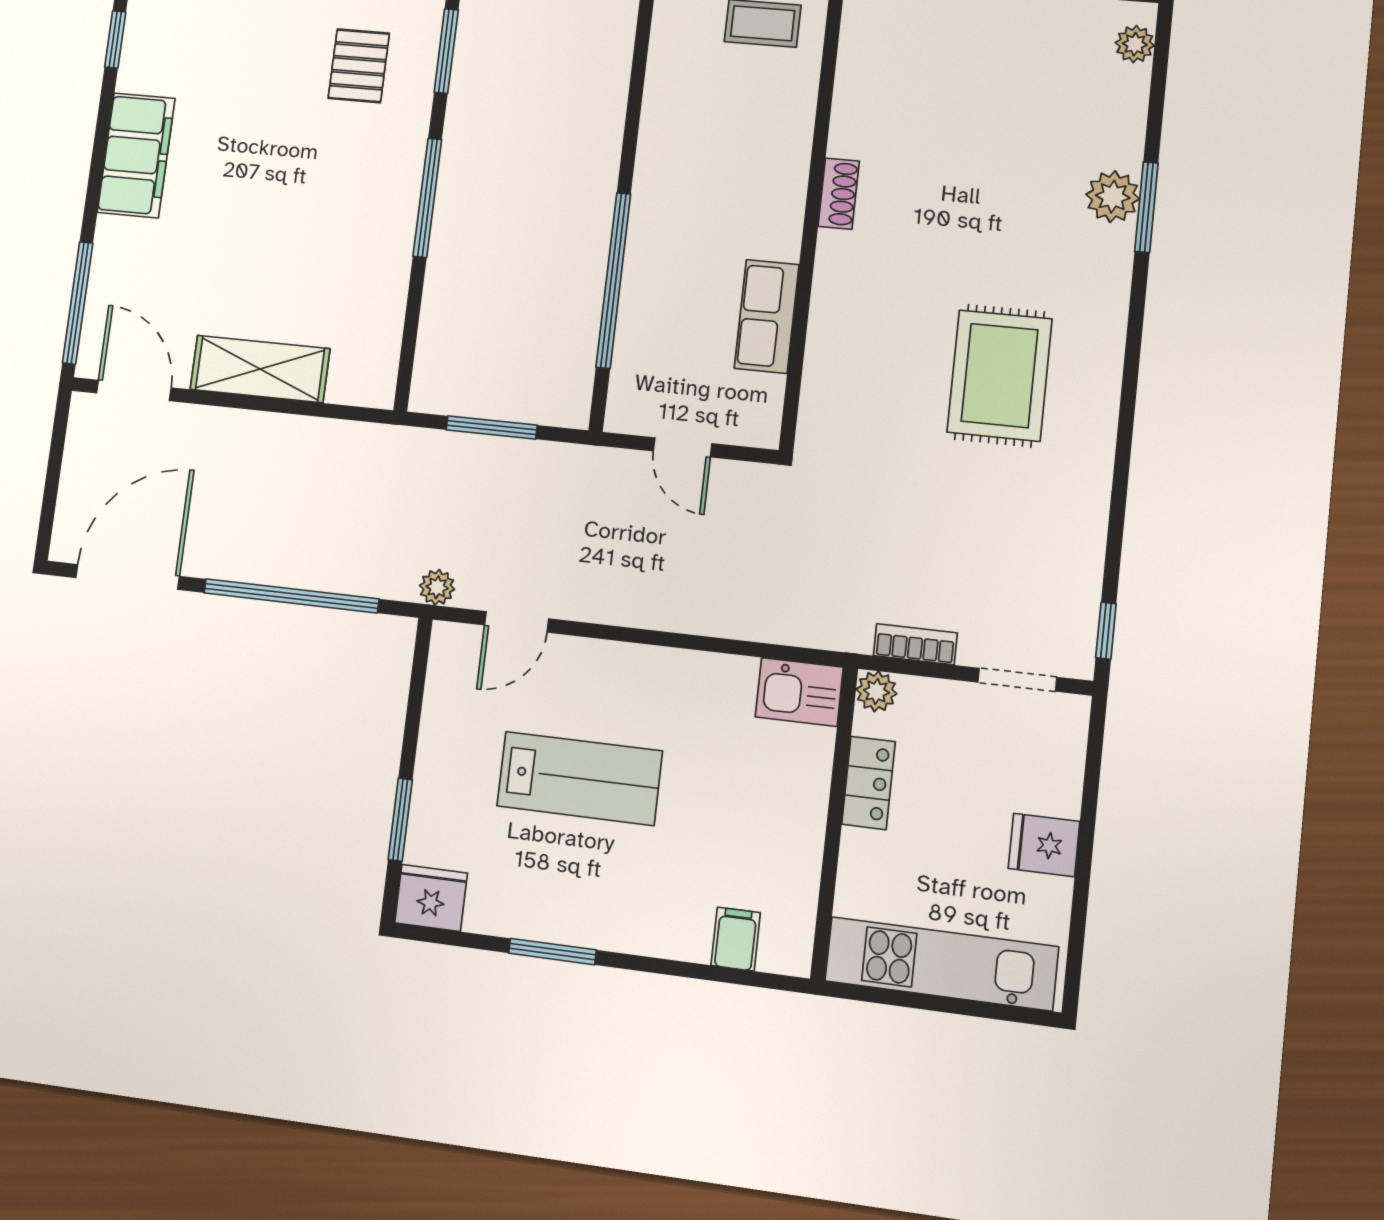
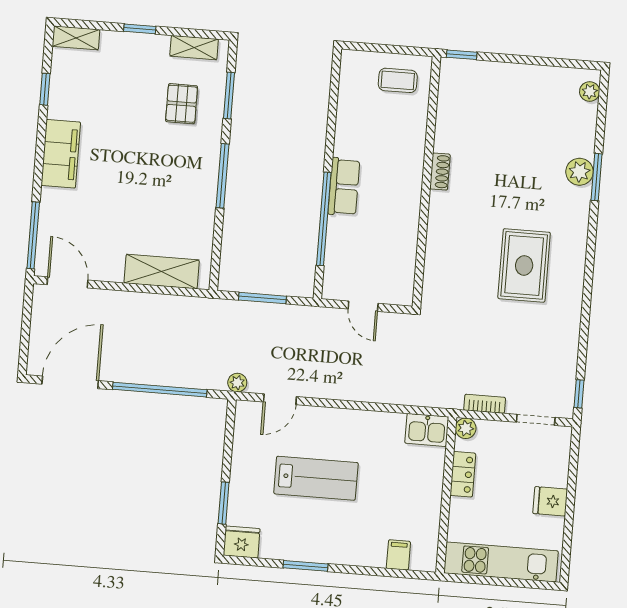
row of seats: (767, 316) -> (344, 187), moved, turned 180
shelving: (260, 369) -> (162, 272), moved

